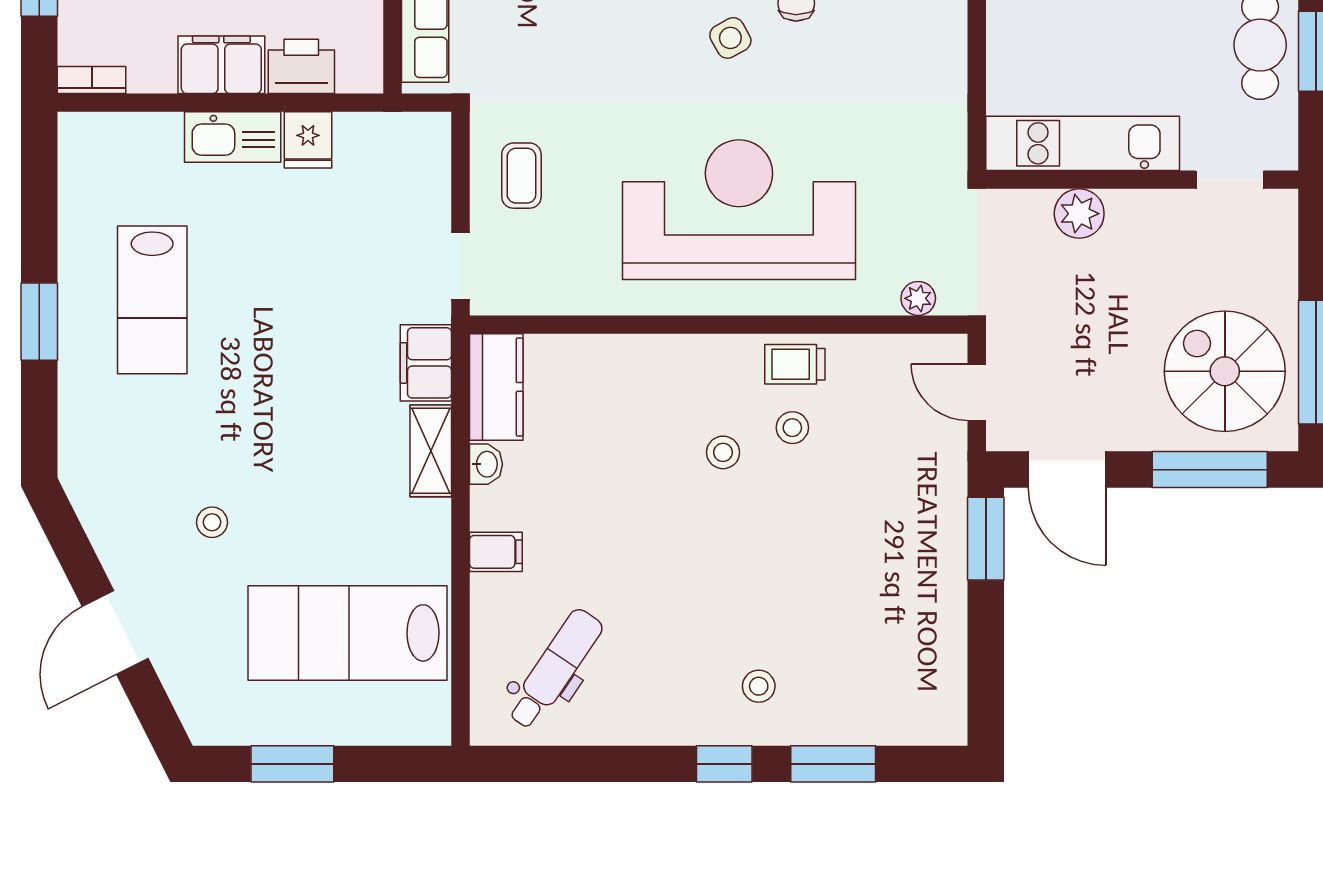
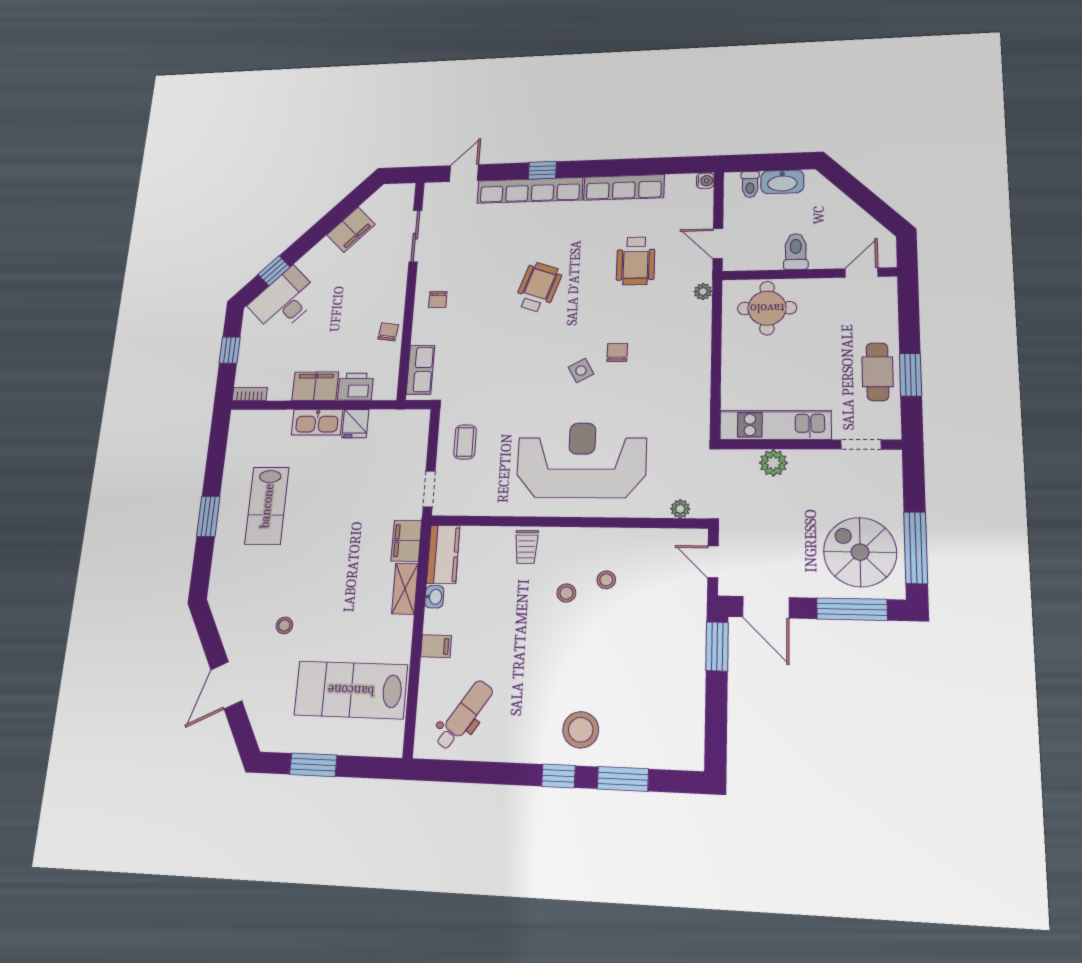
trolley: (795, 364) -> (526, 547), moved, turned -90
stool: (759, 686) -> (581, 730), width x1.89, depth x1.89

